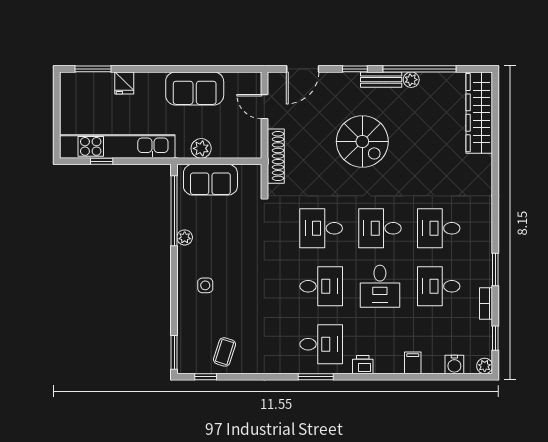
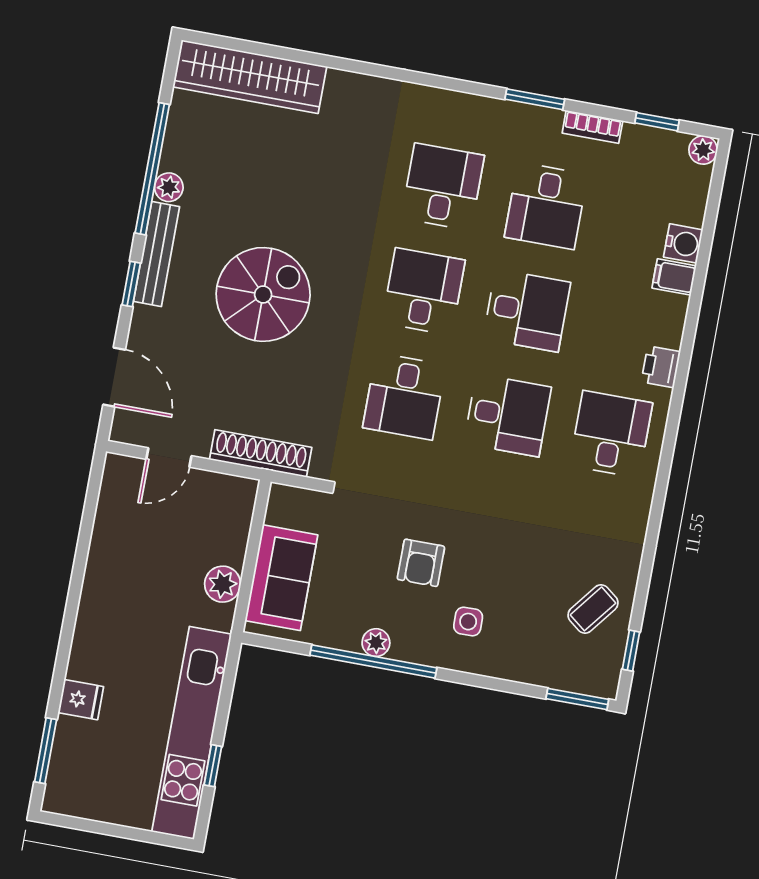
bench: (381, 80) -> (156, 254), width x1.36
sofa: (195, 88) -> (114, 576), removed
window: (174, 211) -> (373, 662), moved
desk: (380, 228) -> (424, 292), turned 180
desk: (439, 228) -> (443, 187), turned 180
armchair: (232, 254) -> (421, 563), added
desk: (321, 286) -> (508, 415), turned 90
coffee table: (224, 352) -> (593, 609), turned -70
water cooler: (454, 364) -> (683, 243), moved
window: (316, 377) -> (667, 454), removed

